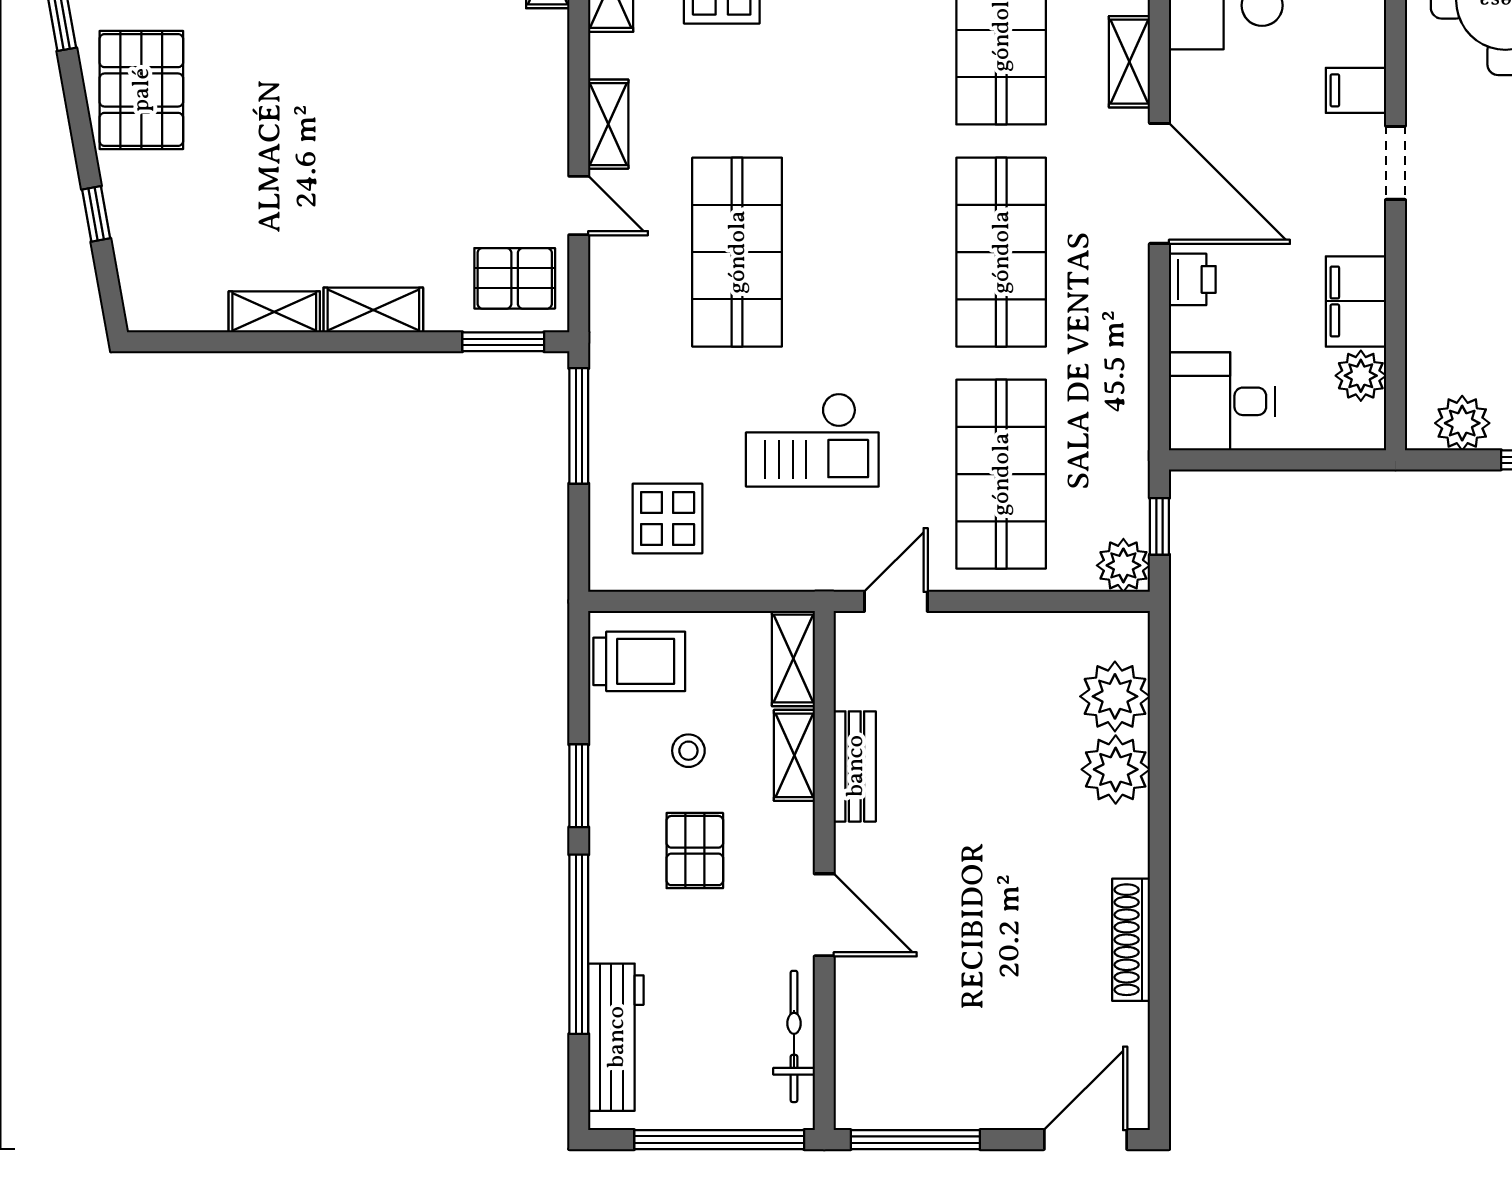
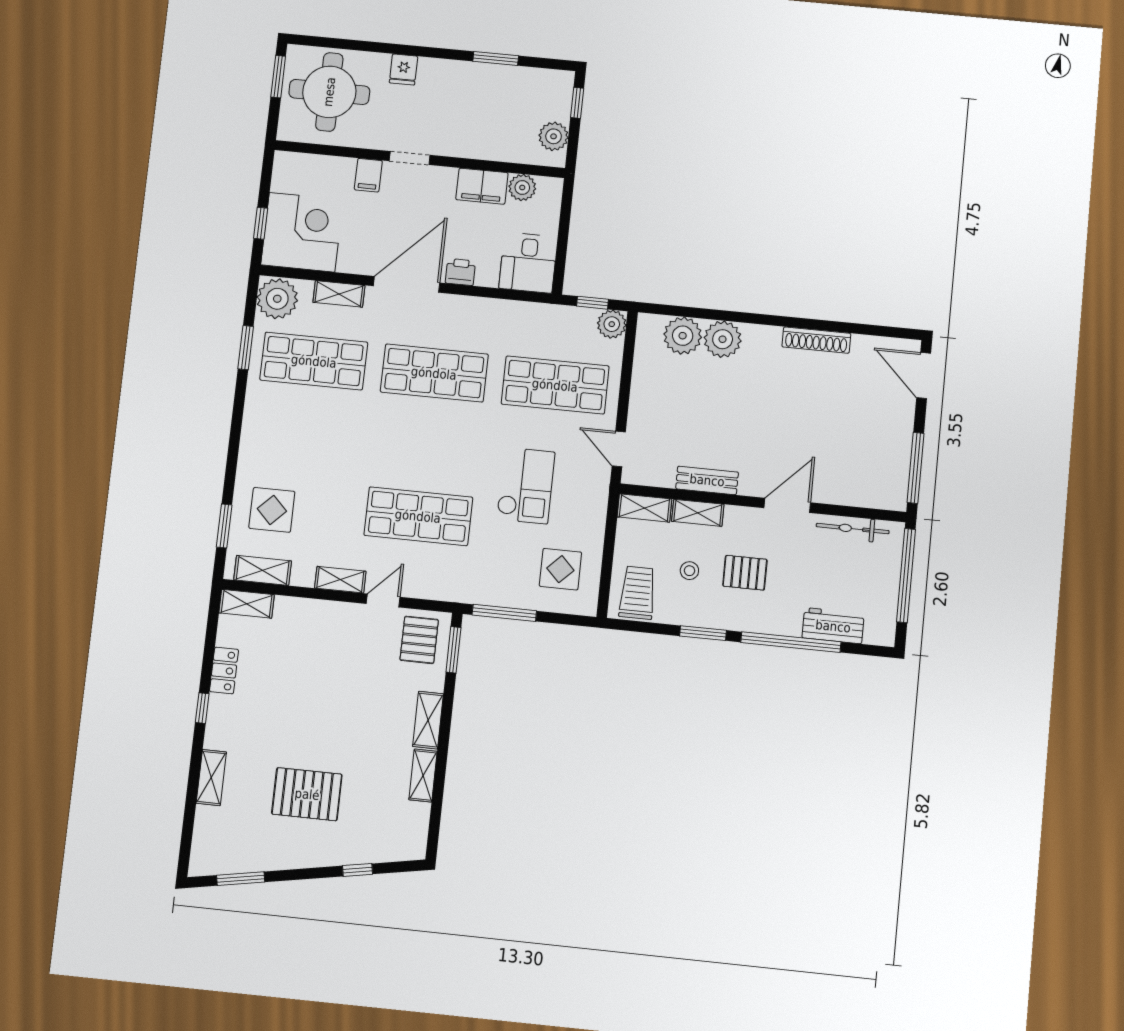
pallet: (141, 90) -> (307, 794), moved
workbench: (616, 1037) -> (833, 626), width x0.73

